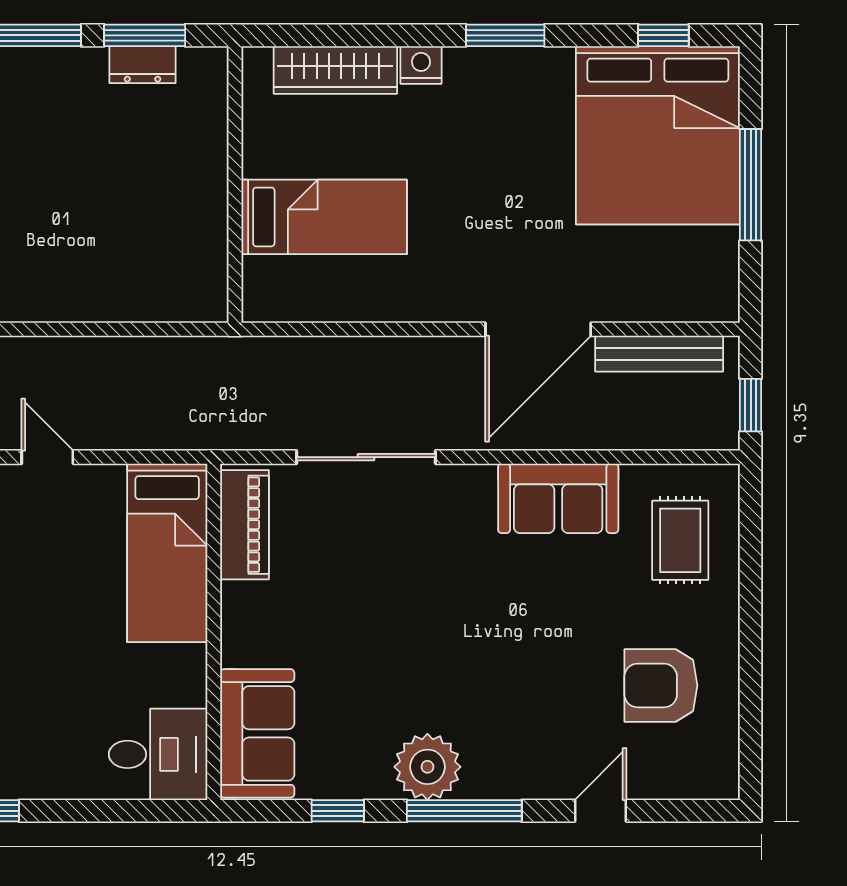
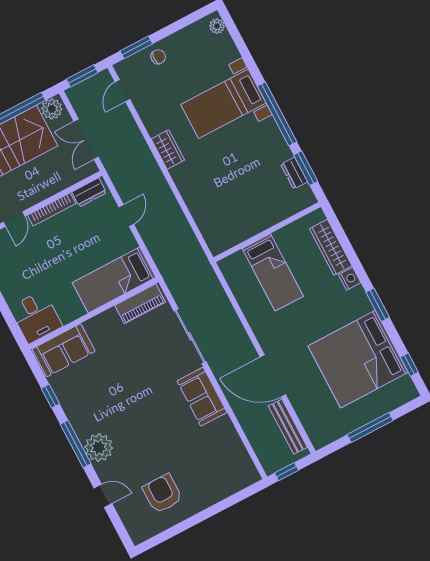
bed: (658, 135) -> (358, 359), moved
sofa: (558, 498) -> (202, 397), moved
rug: (680, 540) -> (221, 472), removed
plant: (427, 767) -> (99, 447), moved

